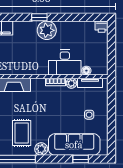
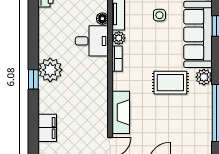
desk: (65, 62) -> (92, 41), width x0.73
rug: (22, 133) -> (170, 83), moved

